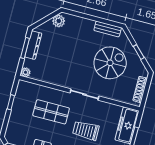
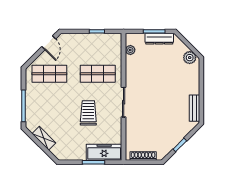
spiral stairs: (110, 63) -> (162, 119), removed
plant: (25, 72) -> (130, 50), moved
shop shelf: (51, 112) -> (98, 74), turned 90

